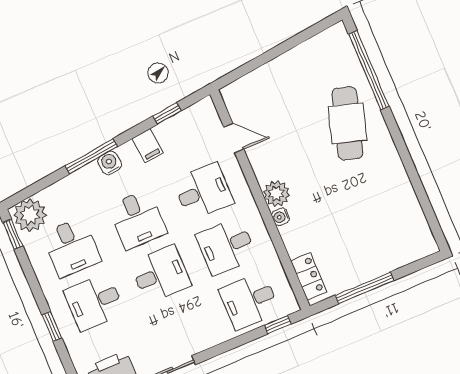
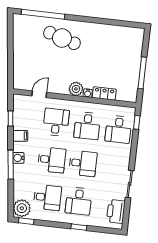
desk: (160, 274) -> (83, 163), turned 90
locker: (309, 276) -> (104, 93), moved

